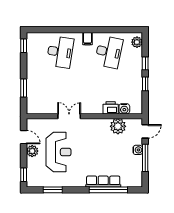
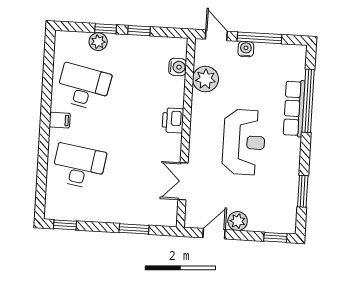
plant: (137, 42) -> (98, 42), moved
printer: (111, 108) -> (173, 120), moved
double door: (69, 116) -> (183, 181), moved
reception desk: (58, 152) -> (244, 142), moved, turned 90

